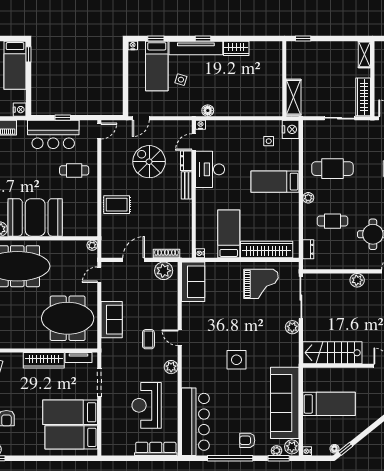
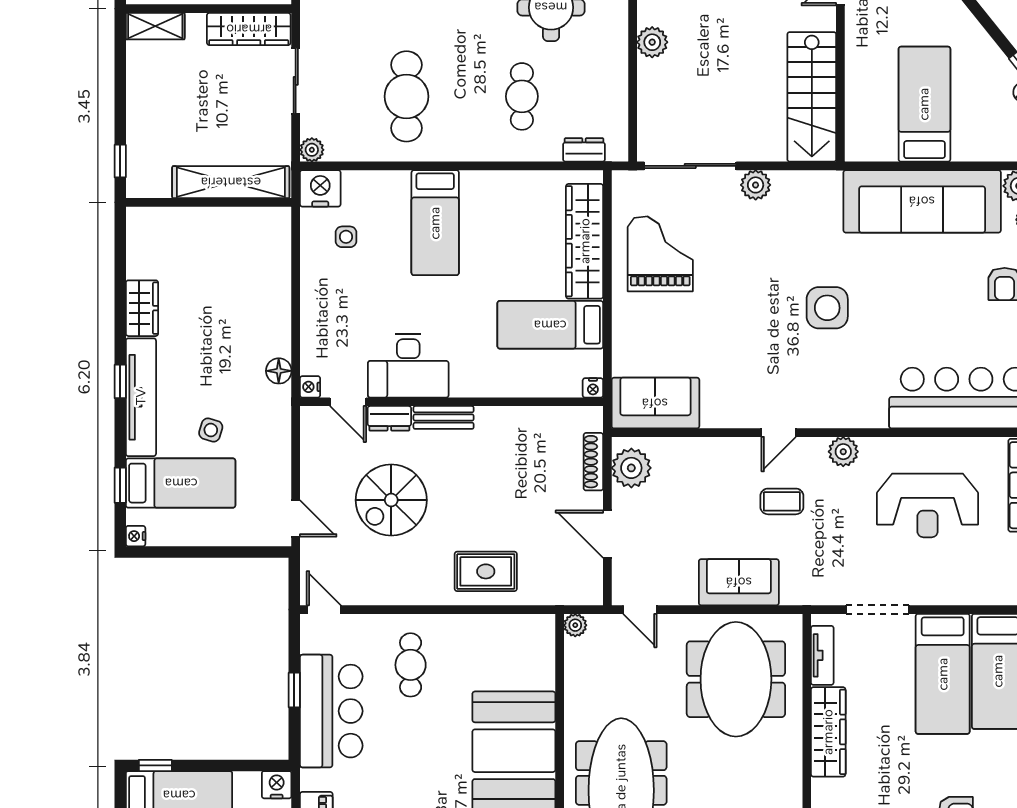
shelving: (293, 97) -> (231, 182), width x1.47
plant: (308, 198) -> (312, 150), moved
rug: (117, 205) -> (486, 571), turned 90

